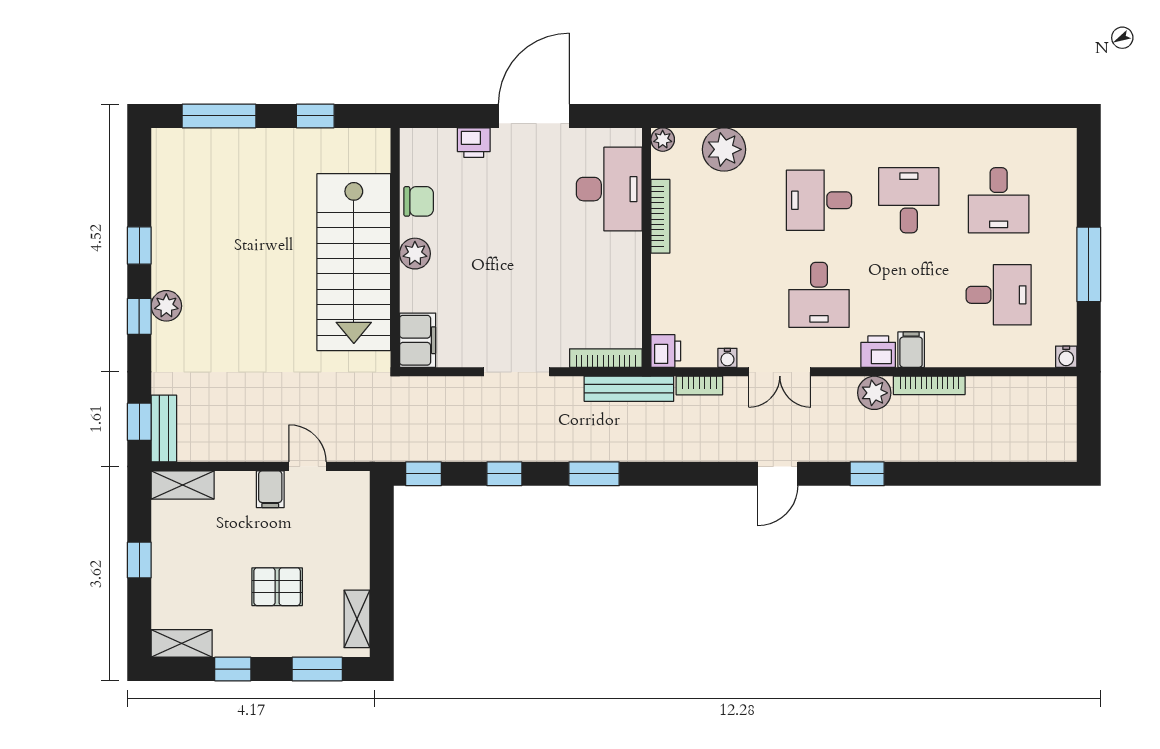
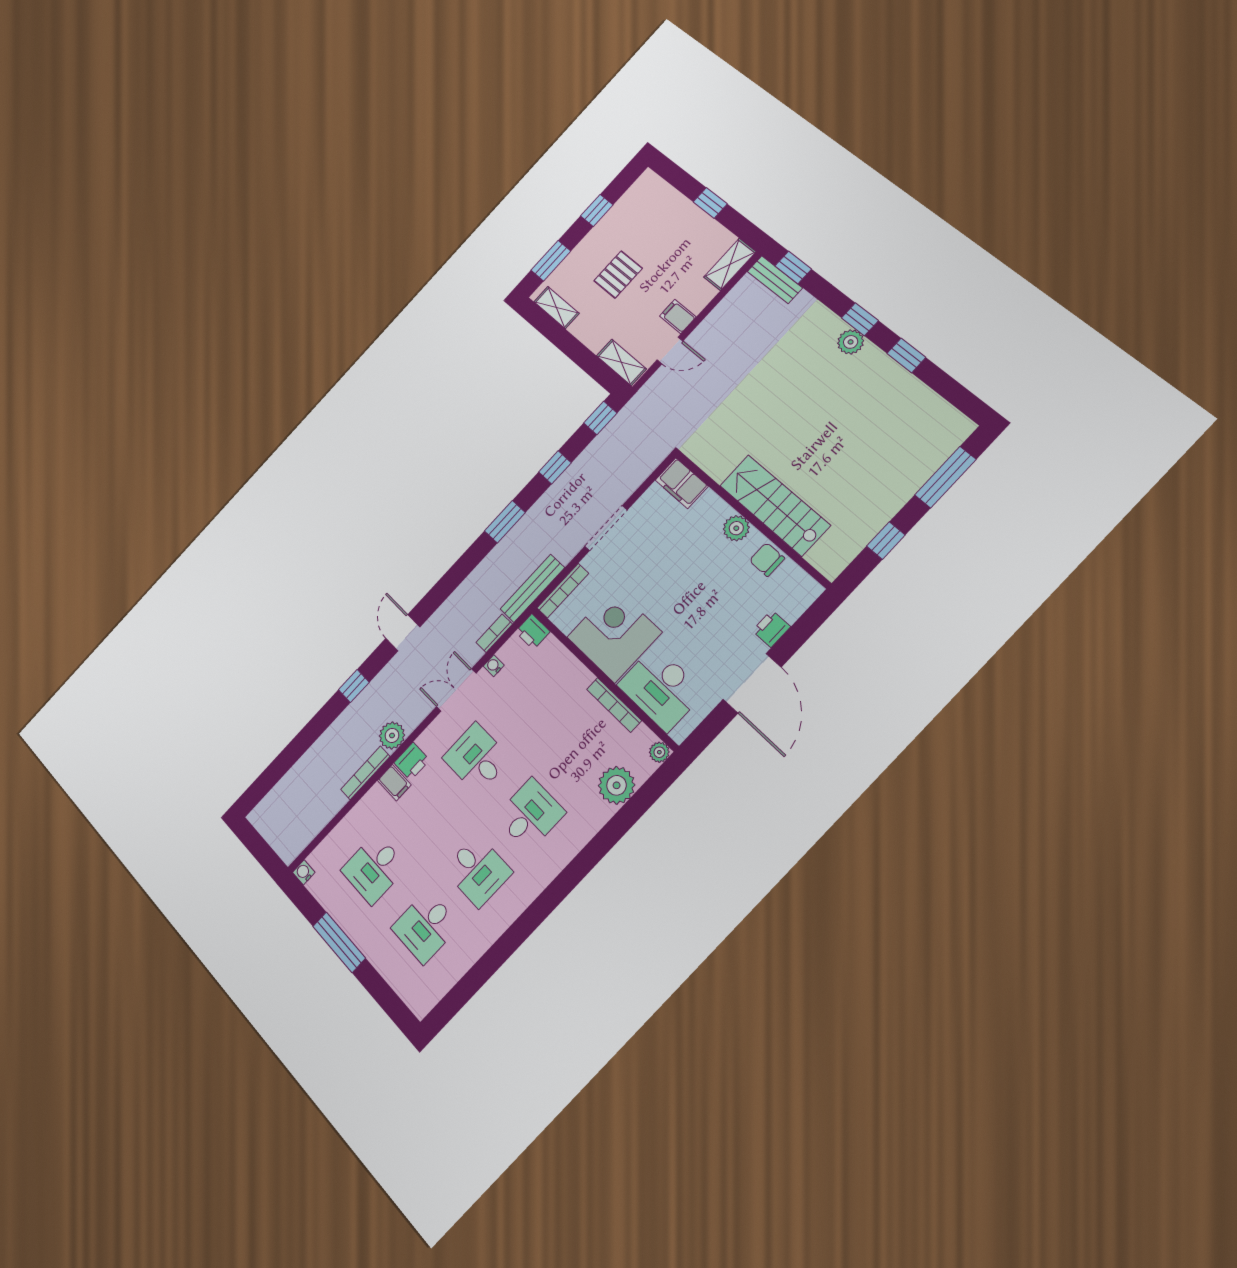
desk: (999, 200) -> (426, 927), turned -90
chair: (419, 201) -> (767, 559), turned 90
stairs: (354, 262) -> (775, 505), width x0.73, depth x0.66
corner desk: (601, 274) -> (614, 635), added
shelving: (182, 643) -> (621, 362), moved, turned 90

